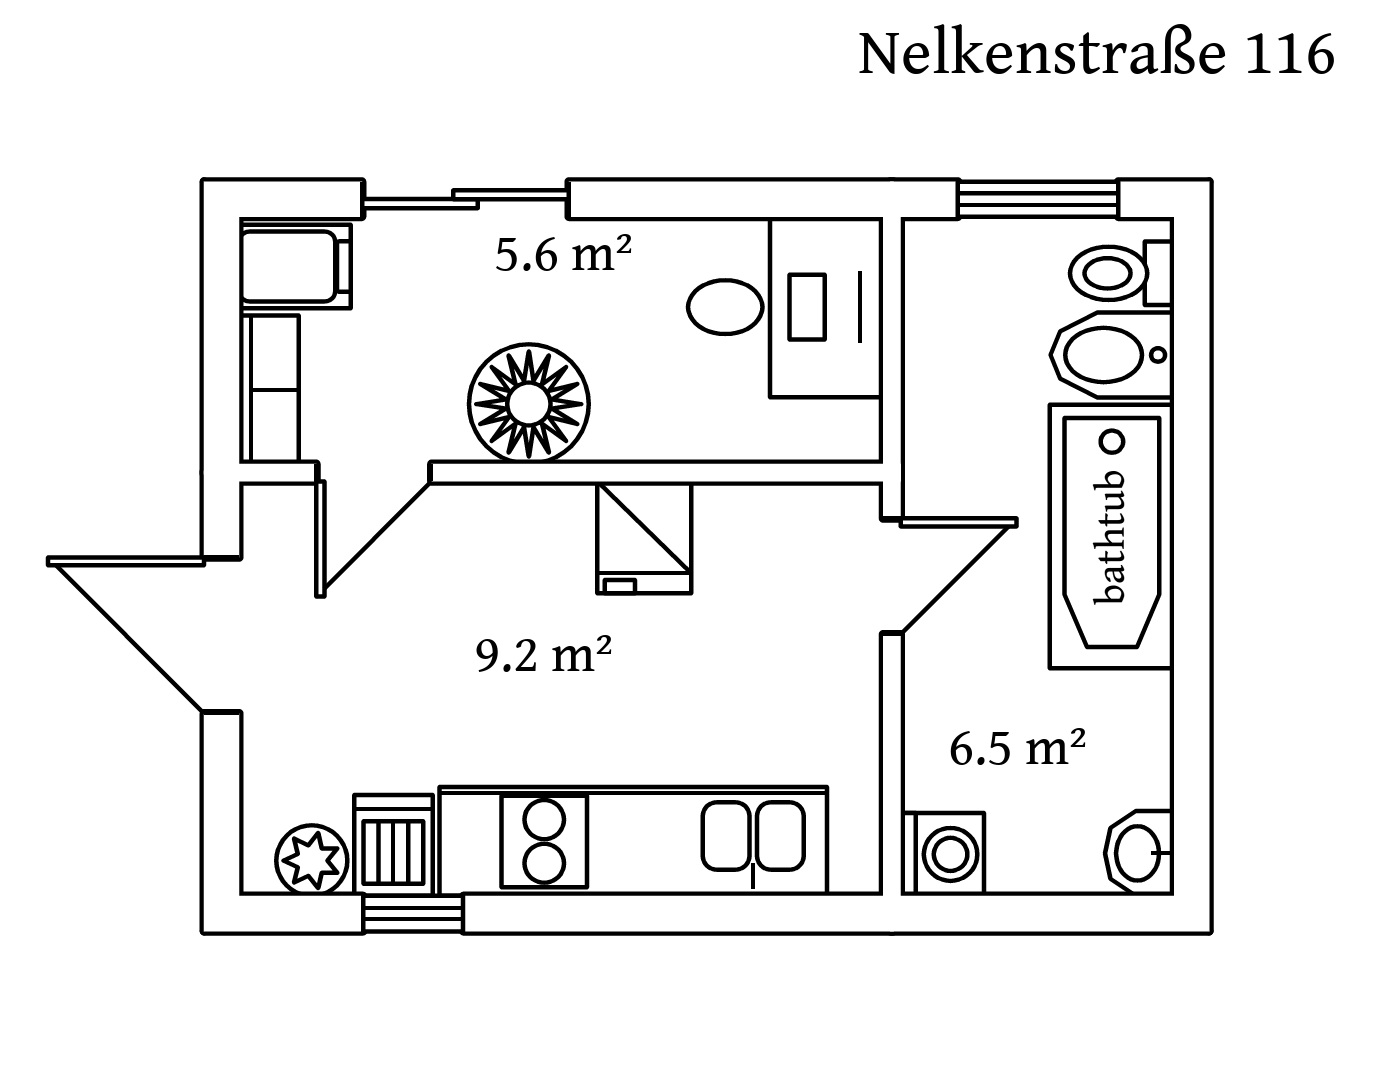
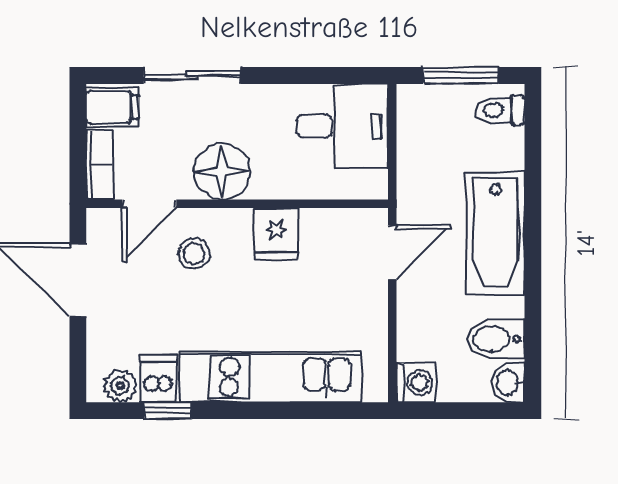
bidet: (1112, 355) -> (496, 339), moved
stool: (469, 579) -> (194, 253), added

